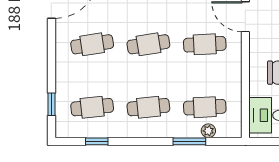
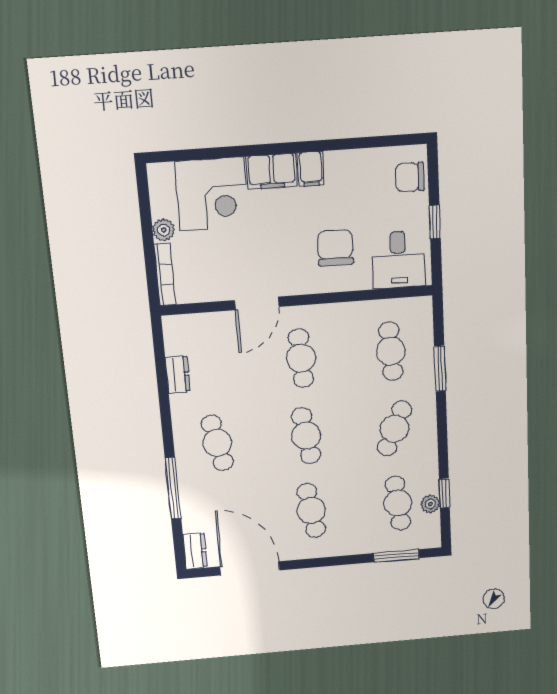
window: (51, 104) -> (396, 556), width x1.50
cafe table: (148, 107) -> (394, 429), turned 30
plant: (208, 131) -> (430, 504), moved

